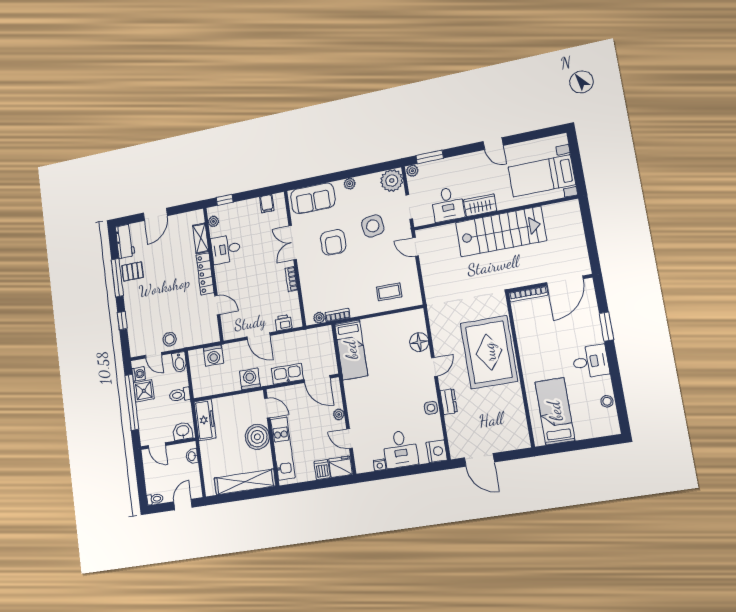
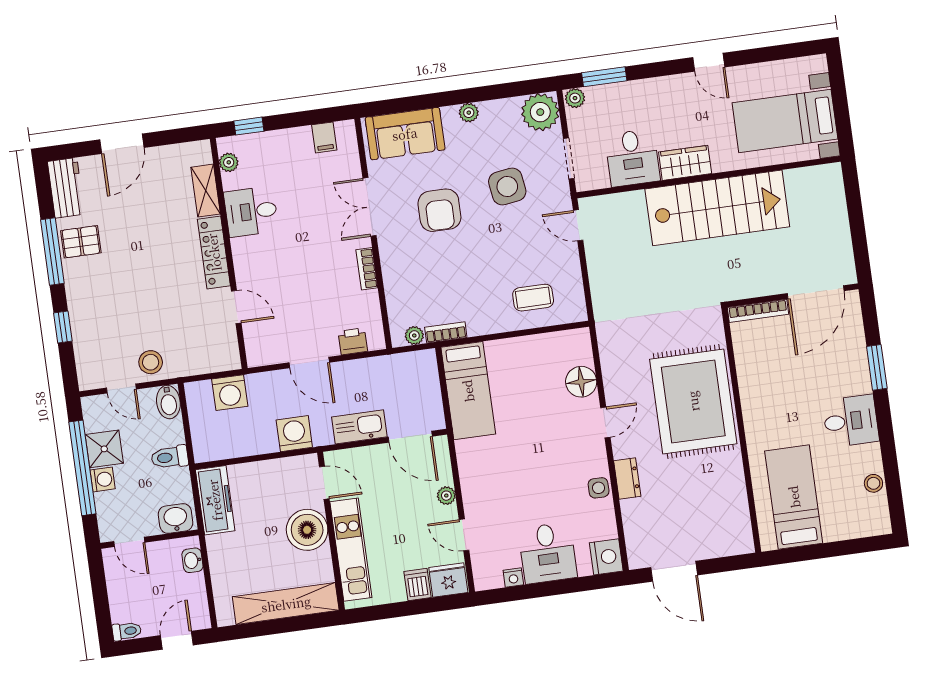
washing machine: (139, 374) -> (103, 479), moved

